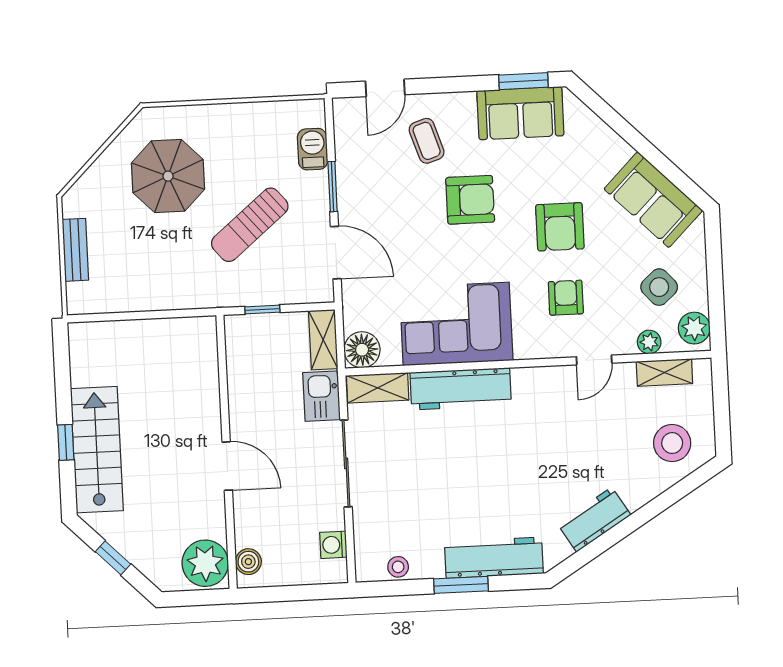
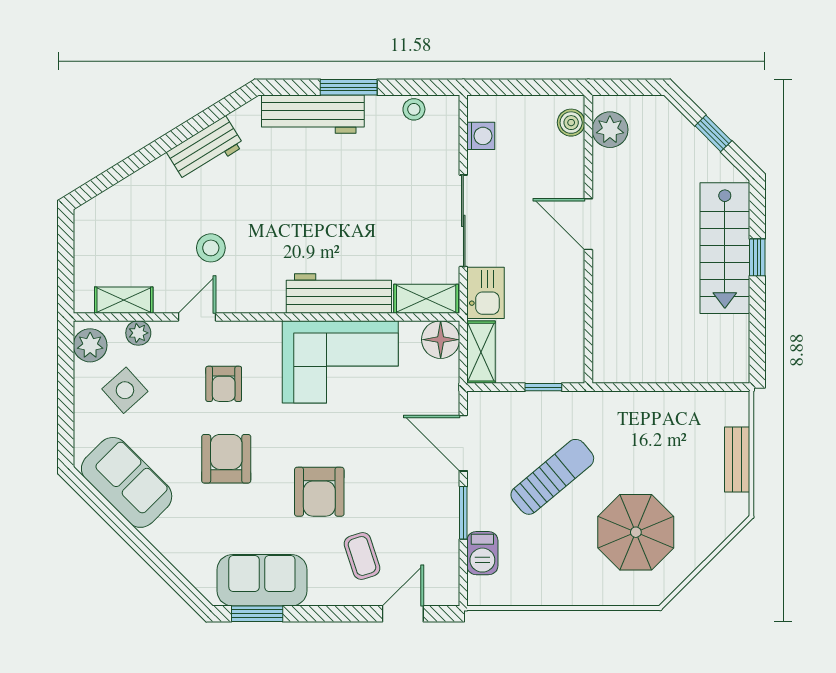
armchair: (470, 200) -> (319, 492), turned -90
stool: (672, 443) -> (211, 248), moved, width x0.73, depth x0.73
plant: (205, 563) -> (610, 130), width x0.73, depth x0.73

